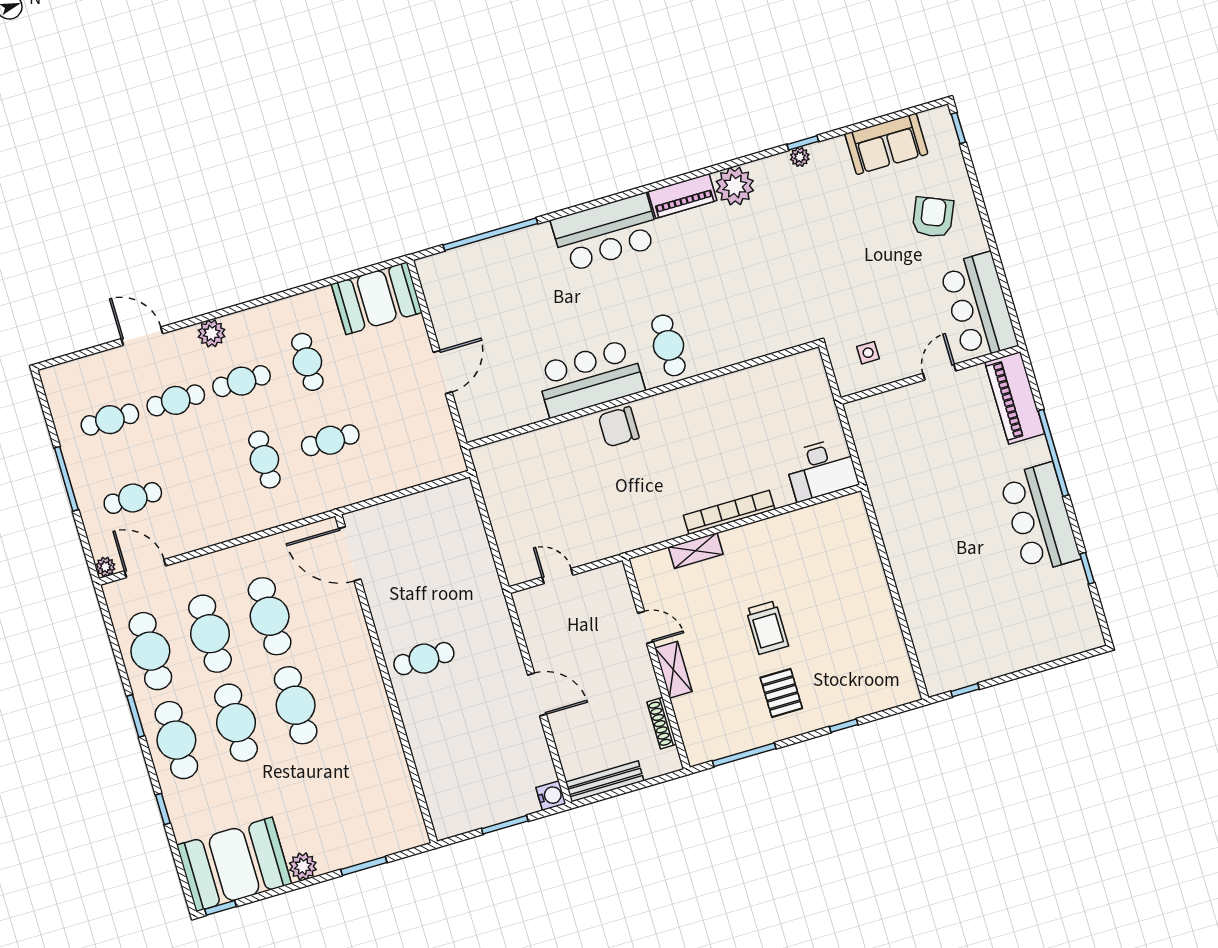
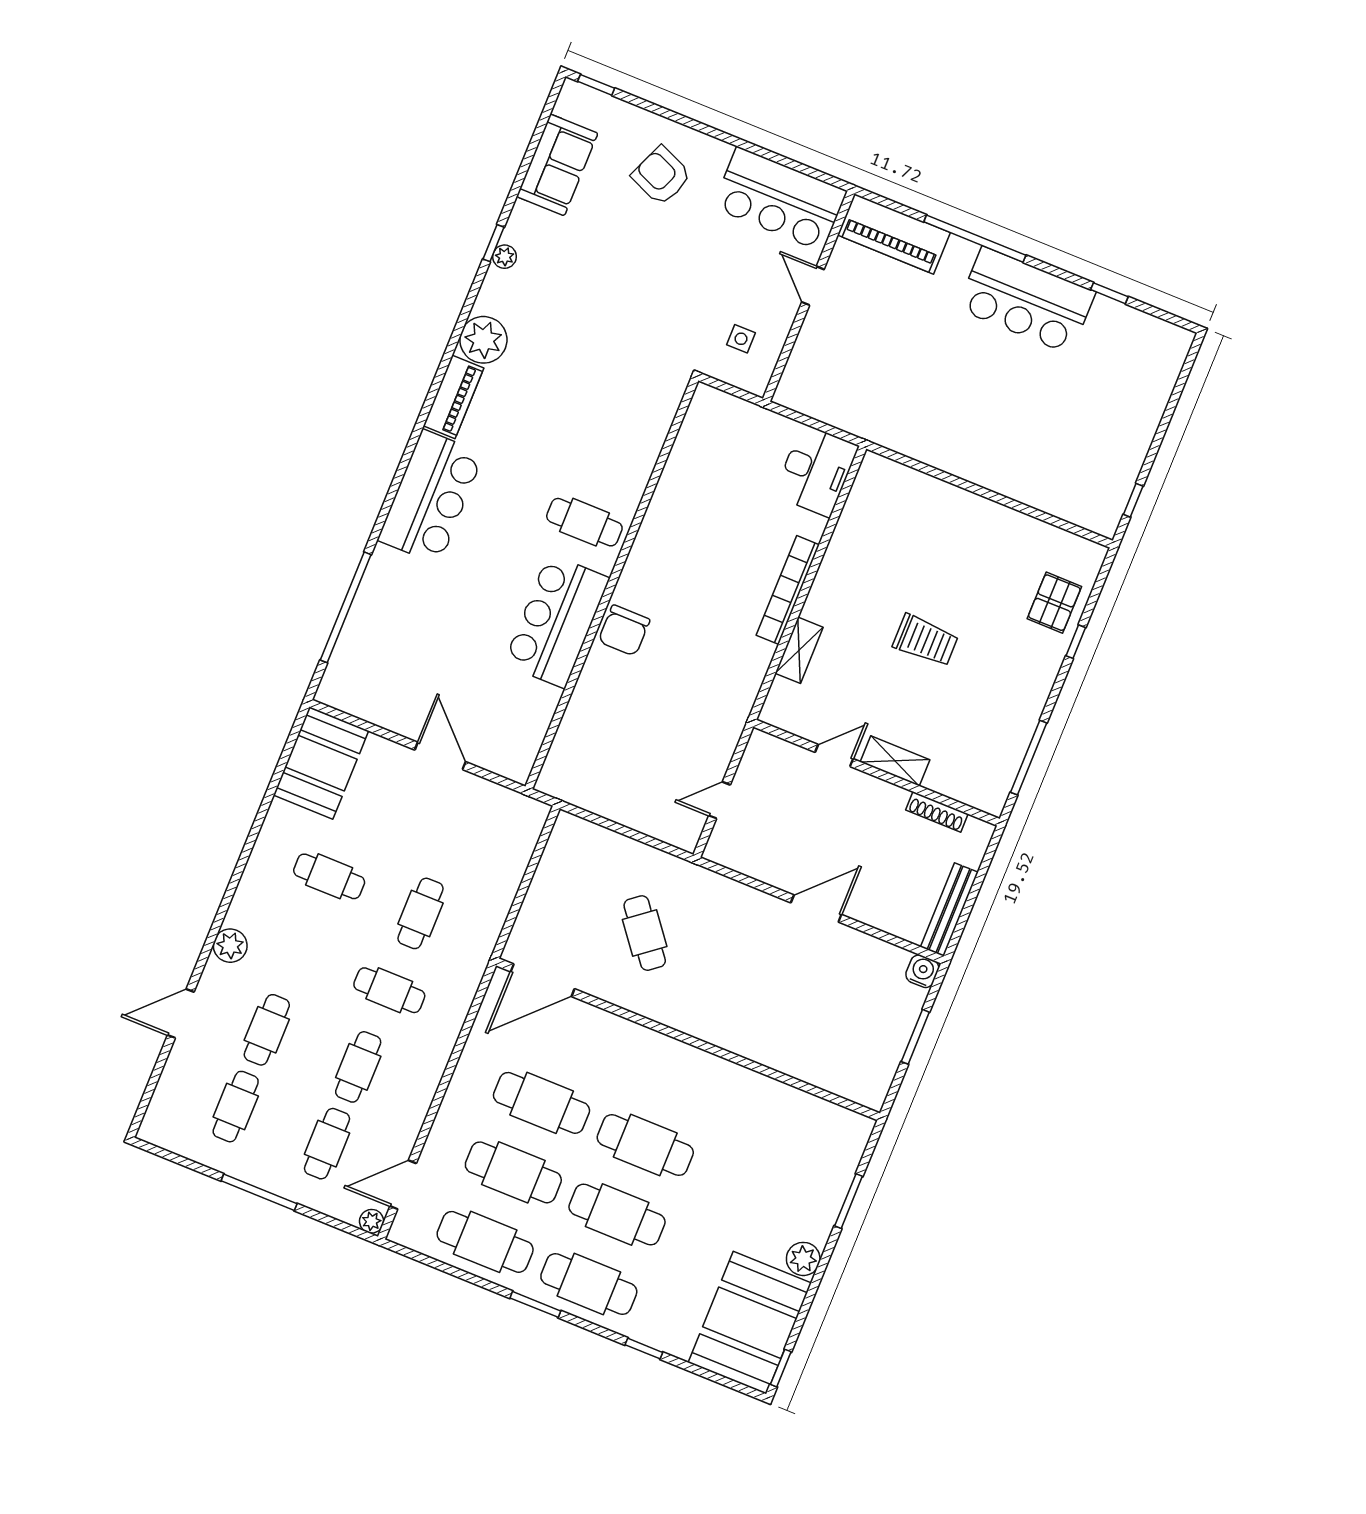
cafe table: (242, 381) -> (358, 1067), moved
cafe table: (424, 659) -> (645, 933), moved, turned -38
pallet: (781, 693) -> (1054, 603), moved, turned 90

